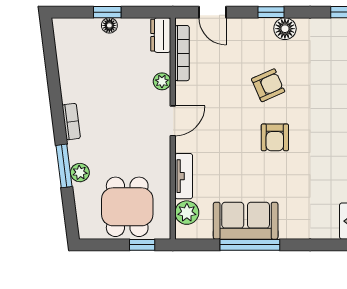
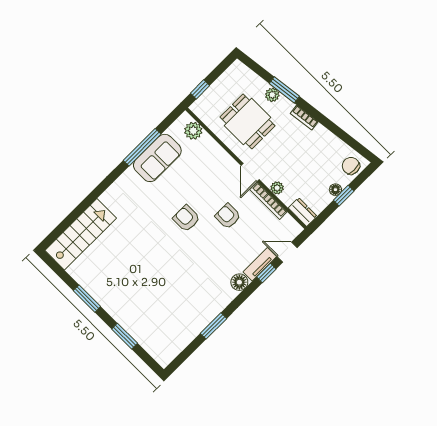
window: (271, 12) -> (266, 273), moved
chair: (73, 33) -> (351, 166), added
bookcase: (182, 53) -> (268, 201), moved
armchair: (268, 85) -> (228, 216), moved, turned 114
tv unit: (184, 176) -> (260, 264), moved, turned 90
dining table: (127, 207) -> (247, 121), moved

